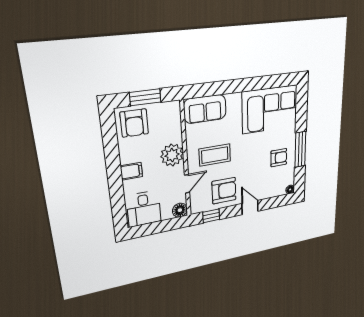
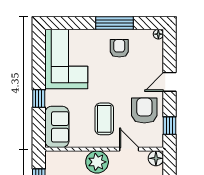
window: (232, 86) -> (39, 98), added

